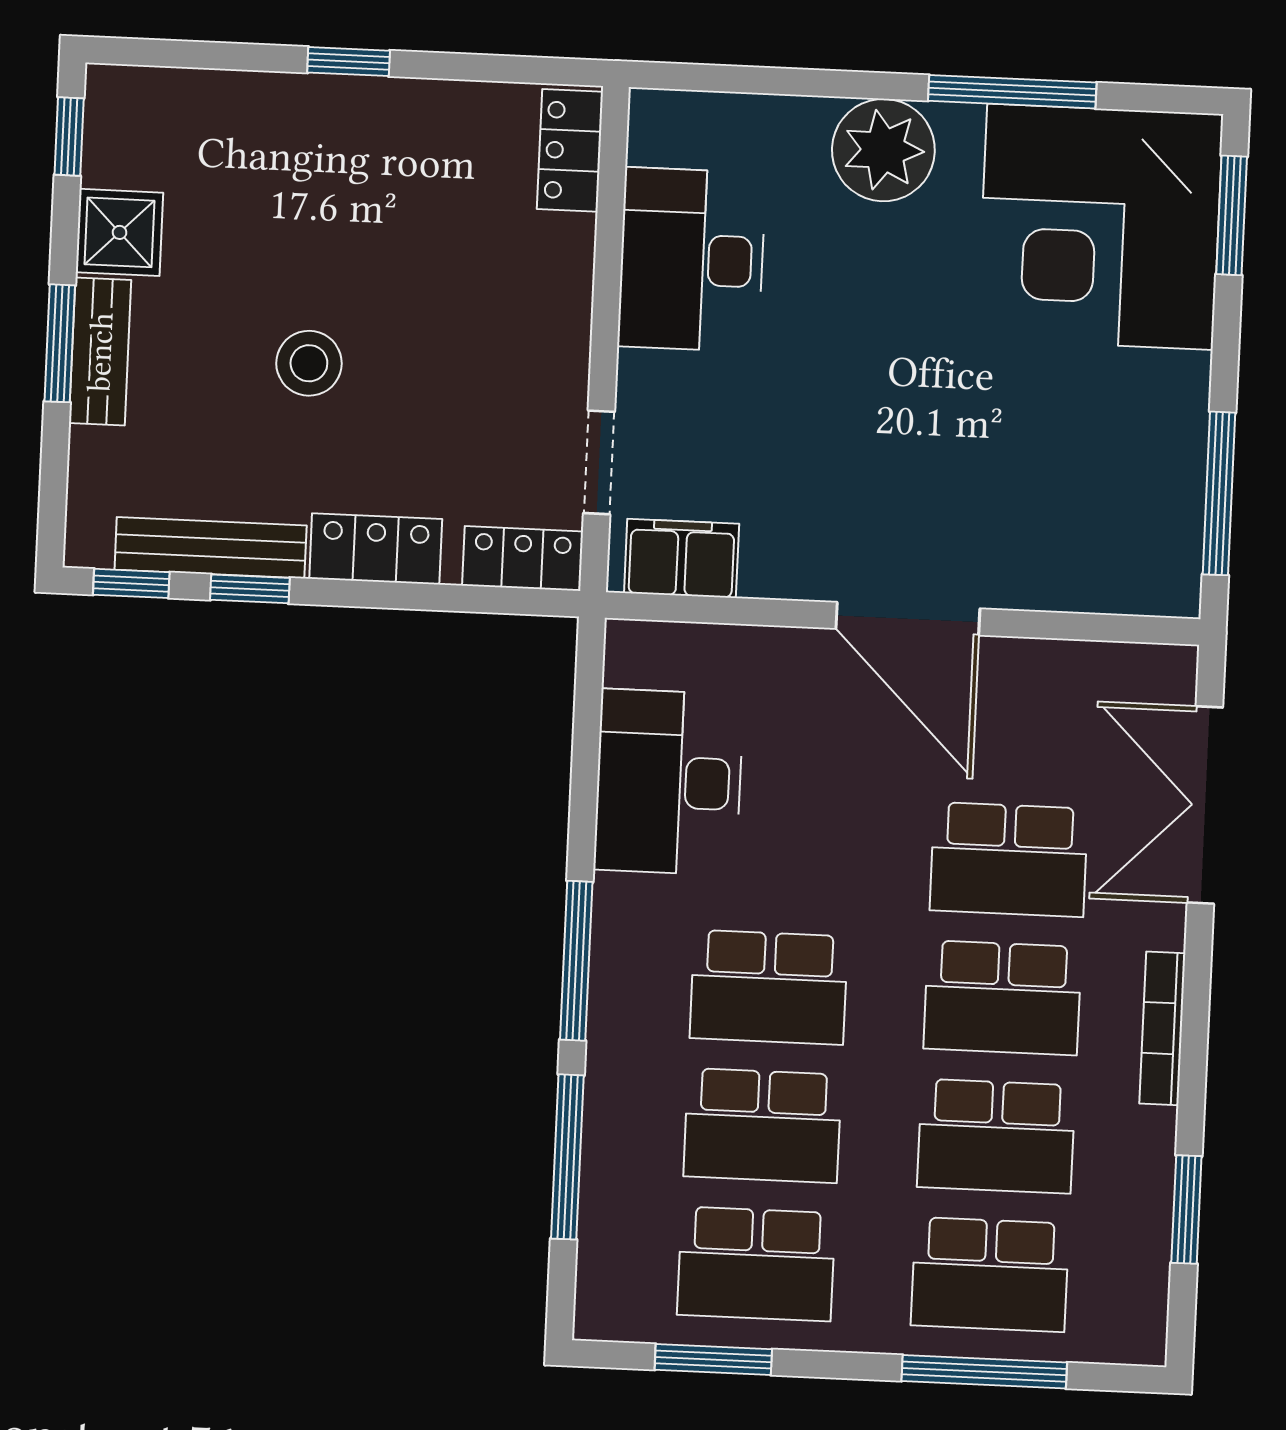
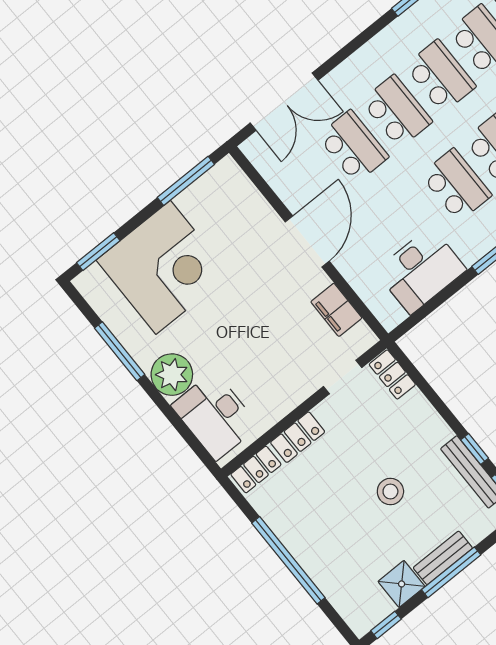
window: (349, 62) -> (288, 560), width x3.17
corner desk: (1100, 227) -> (163, 267), moved
desk: (692, 260) -> (215, 416), moved, turned 90
window: (60, 343) -> (451, 572), width x1.44
locker: (376, 549) -> (298, 437), moved, turned -90
filing cabinet: (682, 558) -> (336, 310), moved
bookcase: (1162, 1028) -> (363, 55), removed

